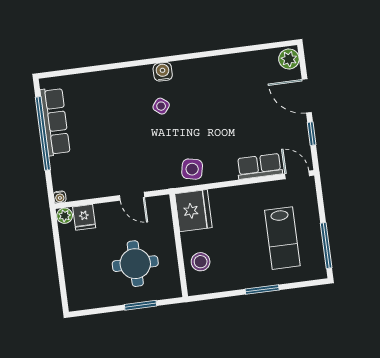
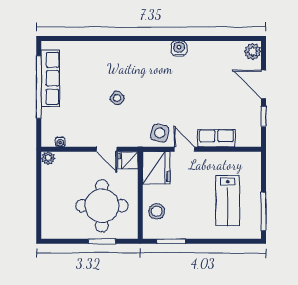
water cooler: (163, 72) -> (179, 48), moved
side table: (161, 106) -> (117, 98), moved
door: (297, 175) -> (184, 149), moved
water cooler: (60, 197) -> (60, 142), moved
fridge: (84, 217) -> (128, 161), moved, turned 90
round table: (135, 264) -> (102, 206), width x1.36, depth x1.36
window: (262, 290) -> (171, 241), moved

